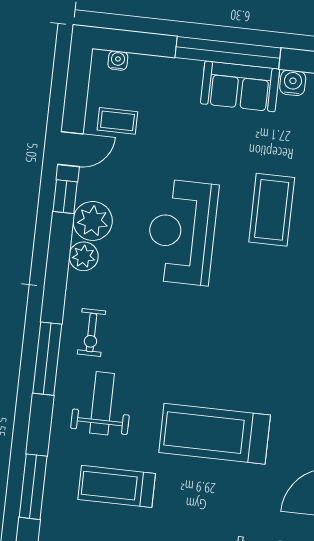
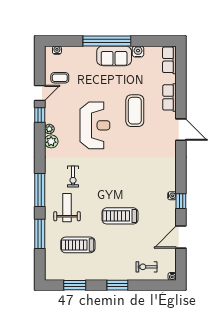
plant: (93, 221) -> (49, 129), width x0.53, depth x0.53
reception desk: (182, 232) -> (95, 125), turned 180
exercise bike: (91, 333) -> (73, 177), moved
treadmill: (215, 434) -> (120, 216), width x0.73, depth x0.73
window: (33, 487) -> (40, 234), moved

